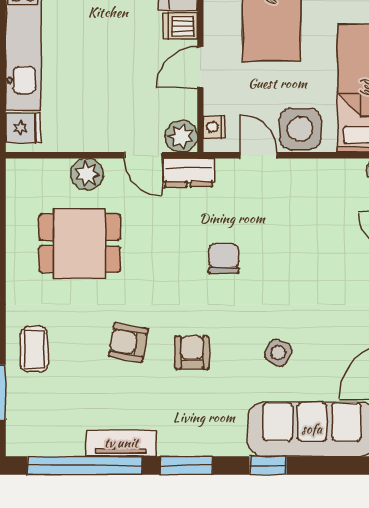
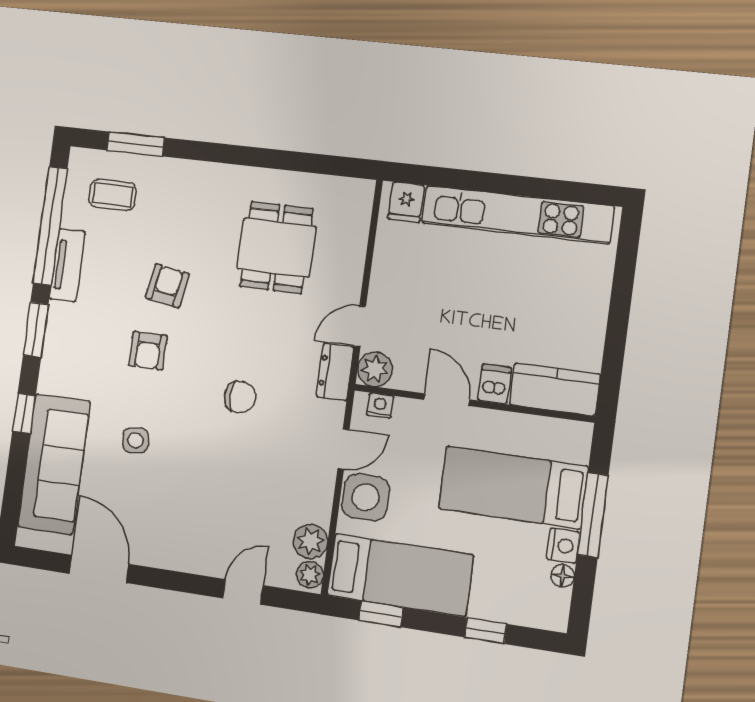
plant: (87, 174) -> (310, 541), moved
coffee table: (34, 349) -> (112, 195), moved
armchair: (192, 353) -> (148, 351), turned 90
side table: (278, 353) -> (135, 440), turned -35

